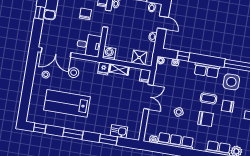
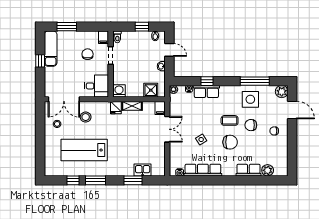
window: (183, 56) -> (207, 81), moved
row of seats: (207, 70) -> (206, 91), moved
window: (40, 128) -> (73, 180), moved

